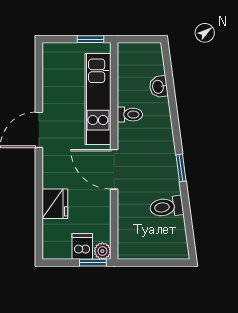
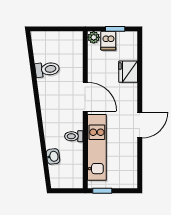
window: (181, 168) -> (37, 98), removed
window: (93, 263) -> (115, 29), moved

